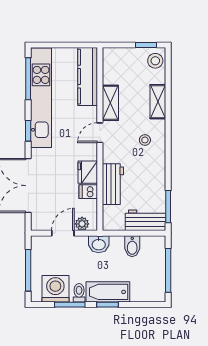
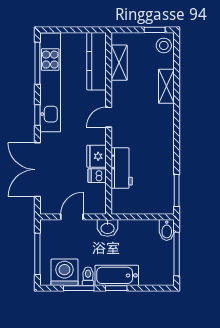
shelving: (110, 103) -> (119, 63), moved
stool: (145, 140) -> (154, 124), removed
workbench: (145, 220) -> (154, 204), removed
plant: (82, 224) -> (91, 208), removed
bidet: (132, 246) -> (167, 230), moved

